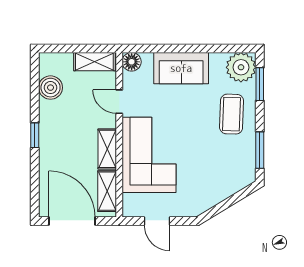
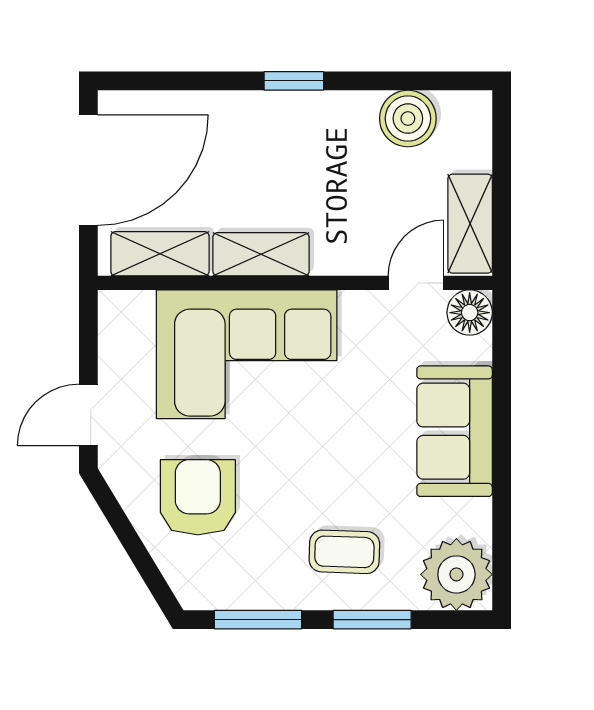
window: (260, 84) -> (372, 620), moved
door: (119, 102) -> (416, 283), moved
coffee table: (232, 114) -> (344, 552), width x0.73, depth x0.77
armchair: (209, 175) -> (198, 497), added
door: (157, 221) -> (88, 415), moved

